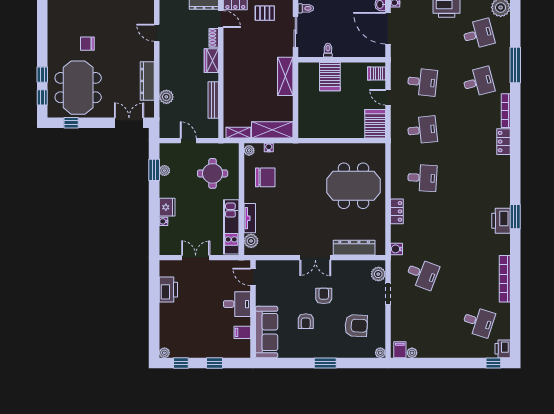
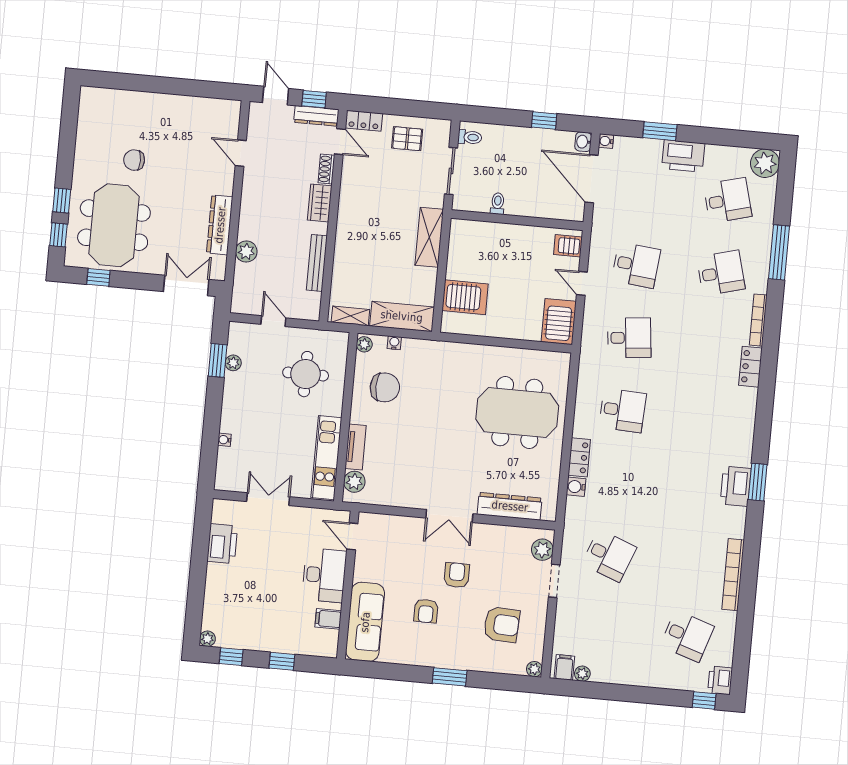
server rack: (330, 77) -> (465, 297), moved, turned -90
fridge: (167, 207) -> (232, 419), removed
water cooler: (396, 249) -> (576, 487), moved
desk: (237, 304) -> (324, 575), width x1.37

